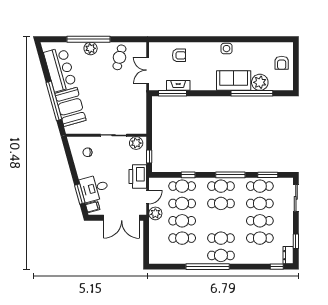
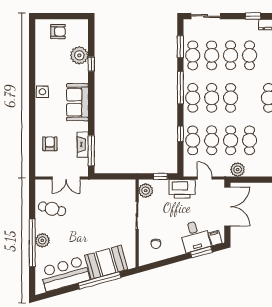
sofa: (234, 81) -> (77, 102), moved
window: (252, 93) -> (91, 64), width x0.32
plant: (155, 213) -> (238, 170), moved
cafe table: (221, 238) -> (231, 98), moved

